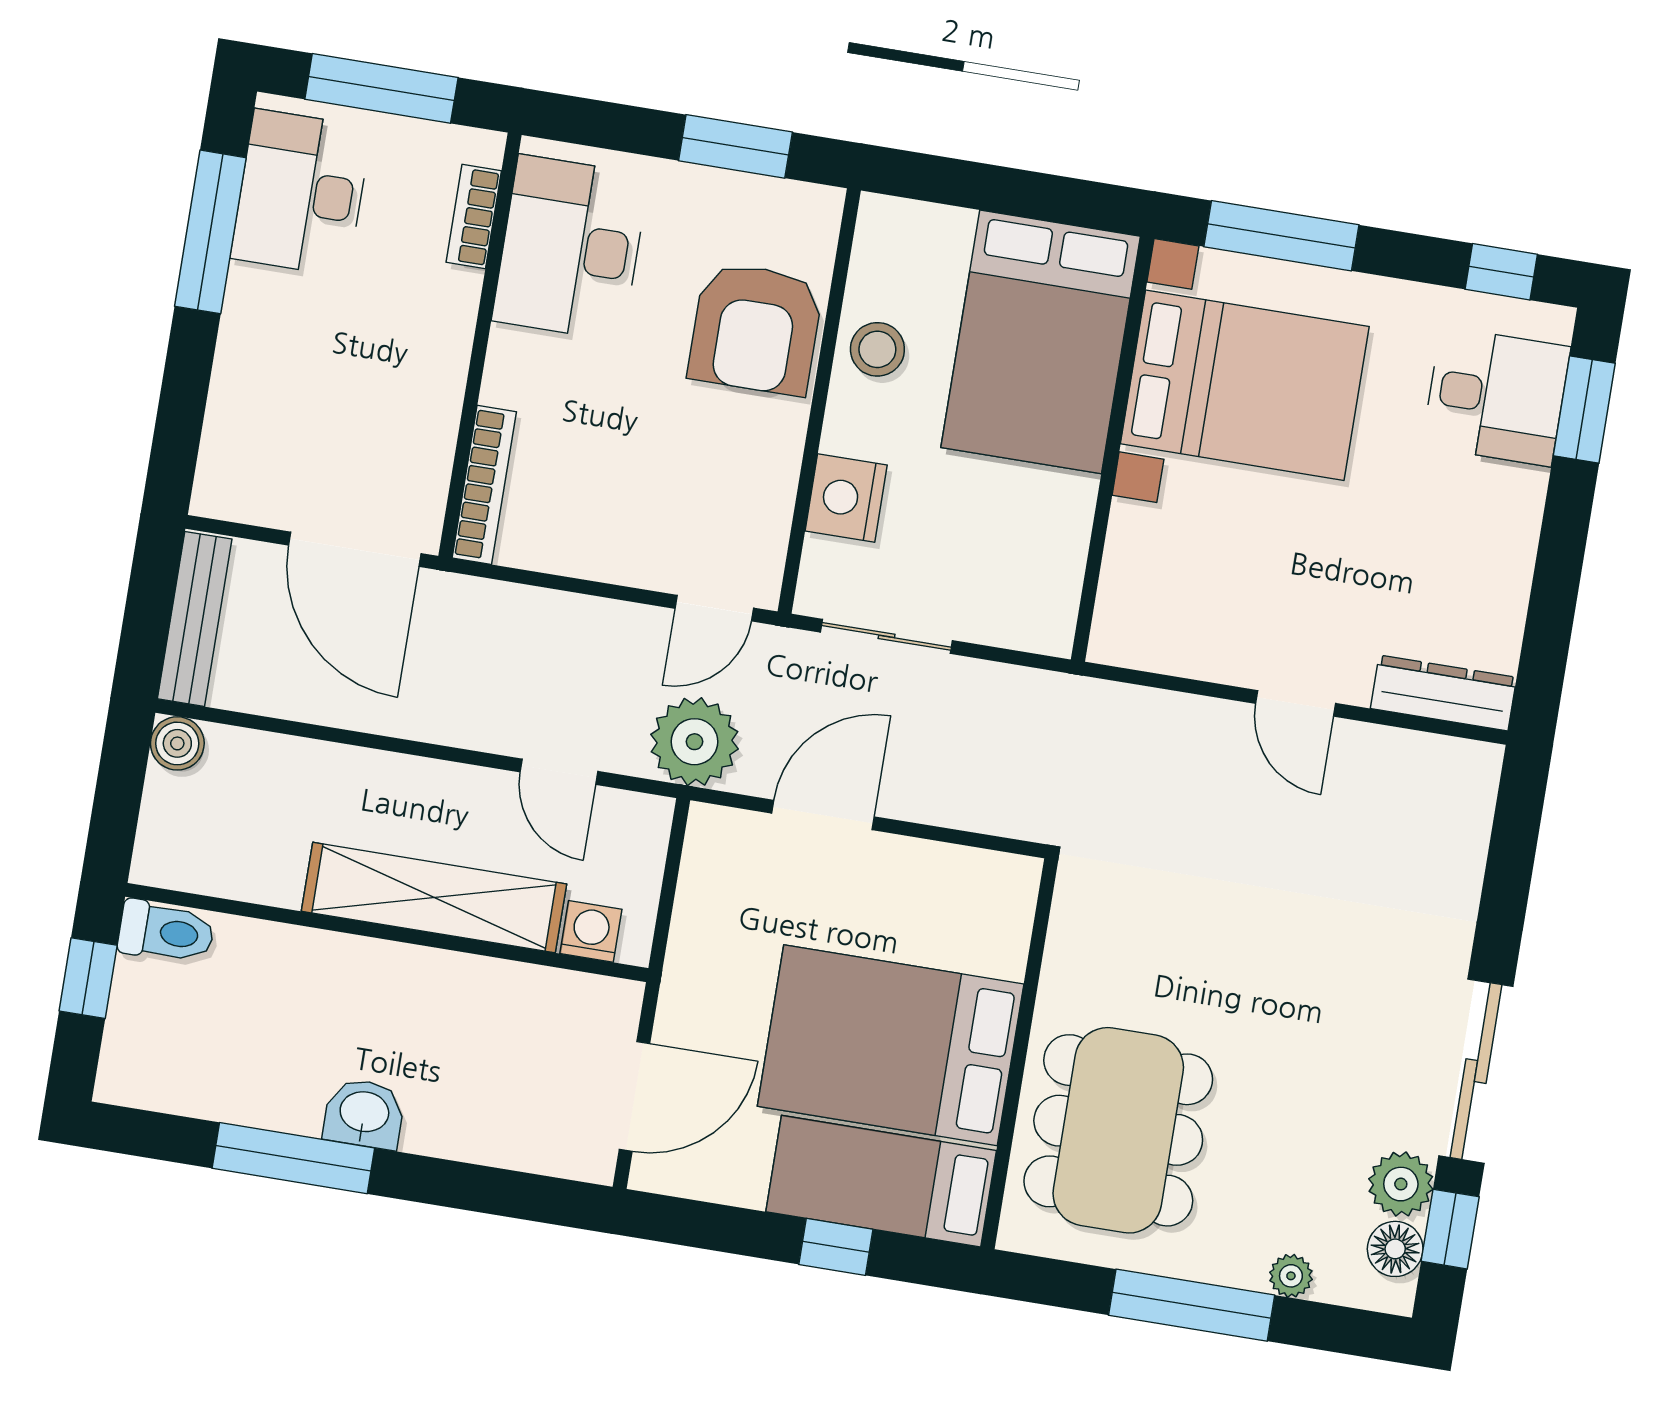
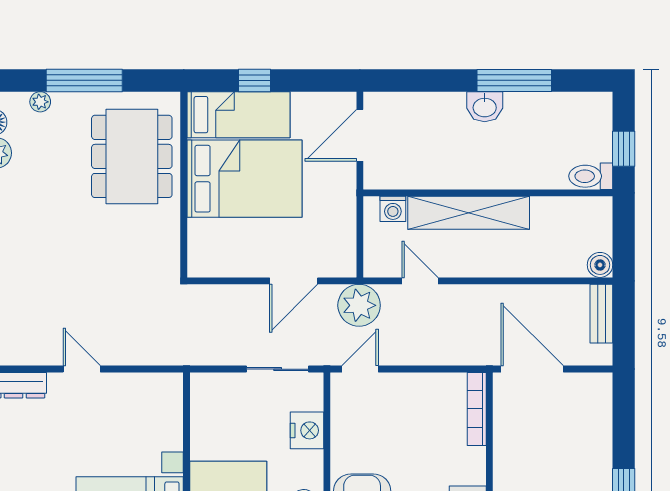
bench: (195, 619) -> (601, 314), width x0.73

